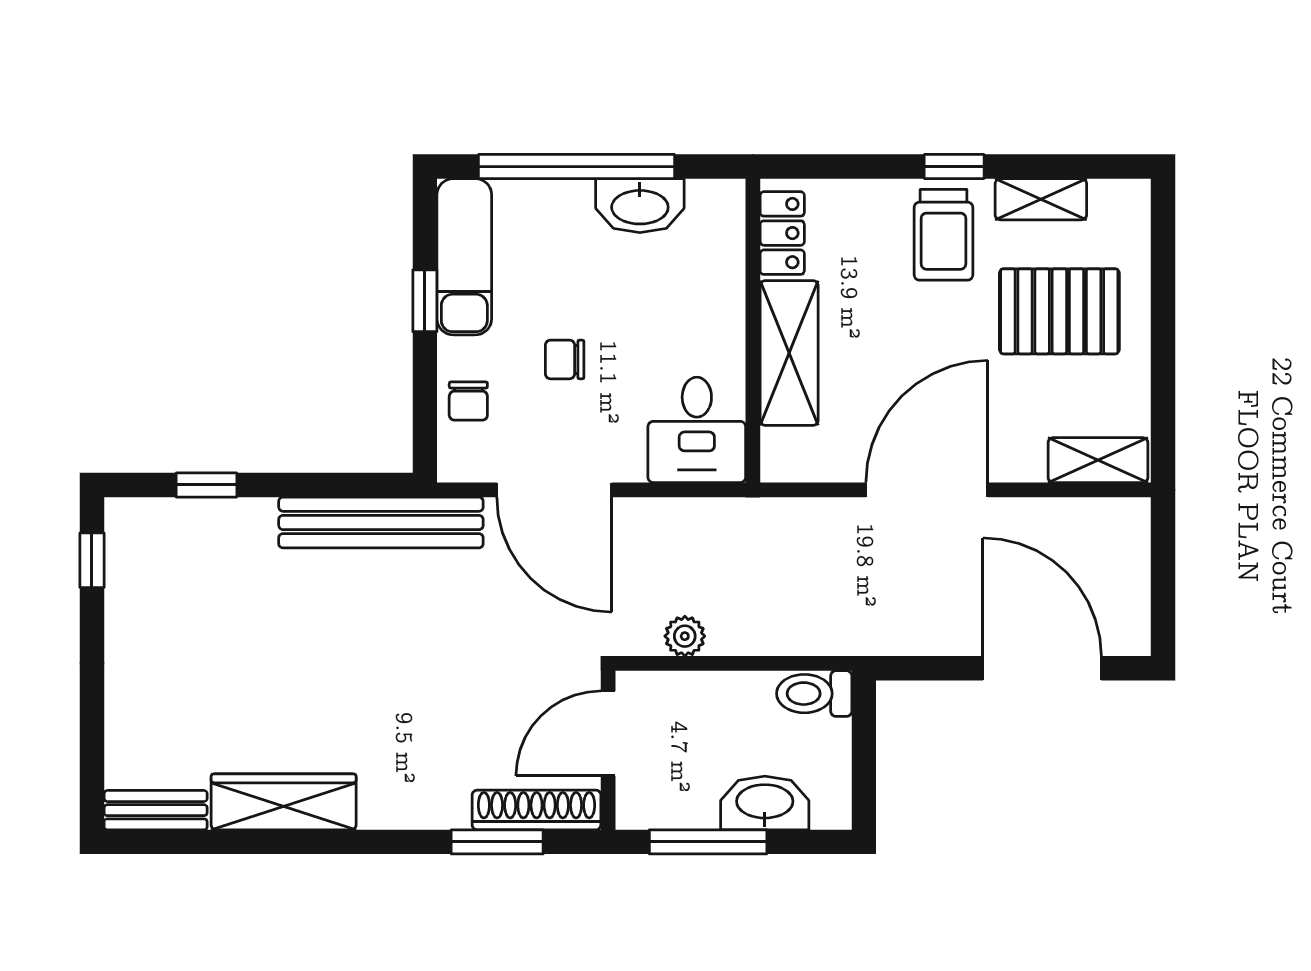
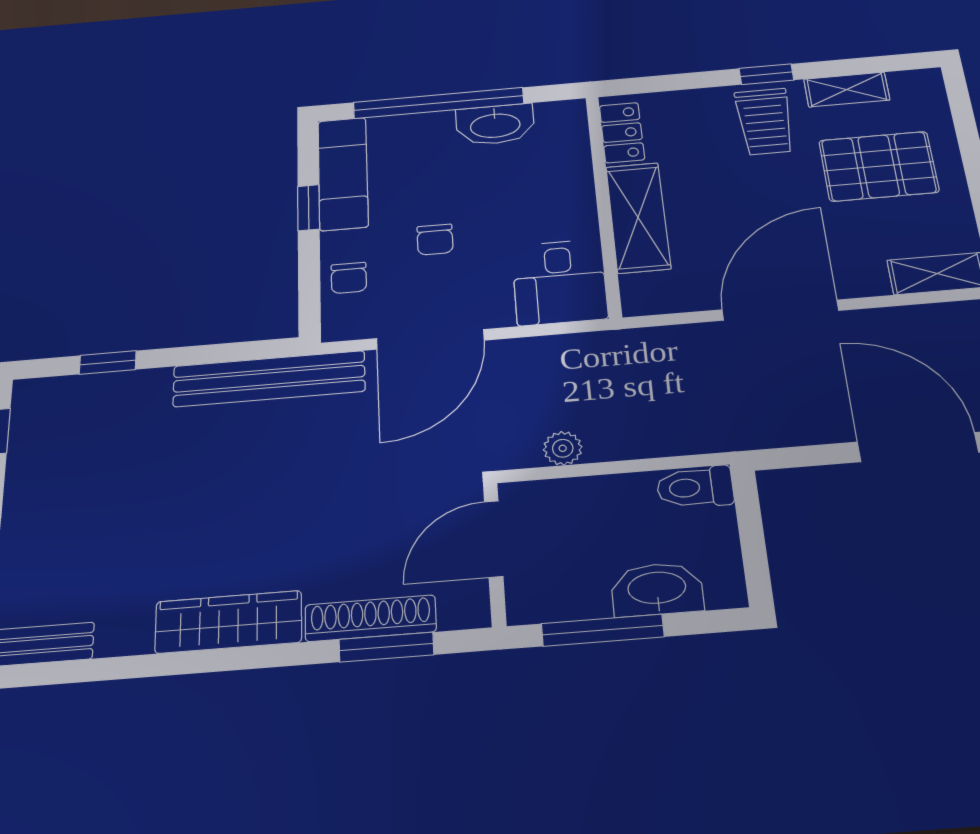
chair: (565, 359) -> (435, 239), turned -90
door: (554, 490) -> (430, 339), hinge flipped
wardrobe: (284, 802) -> (228, 622), moved
shoe rack: (537, 810) -> (370, 618), moved

